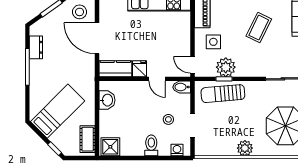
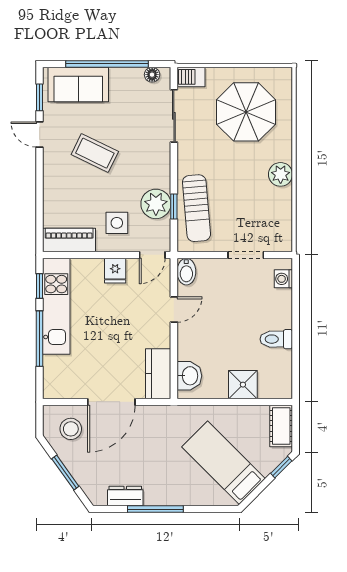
fridge: (140, 69) -> (115, 271), moved, turned -90
washbasin: (107, 100) -> (189, 376), moved, turned 90
stool: (168, 119) -> (236, 292), removed
cot: (88, 139) -> (281, 426), moved, turned 90
toilet: (151, 145) -> (276, 339), moved
shower: (110, 147) -> (243, 385), moved

